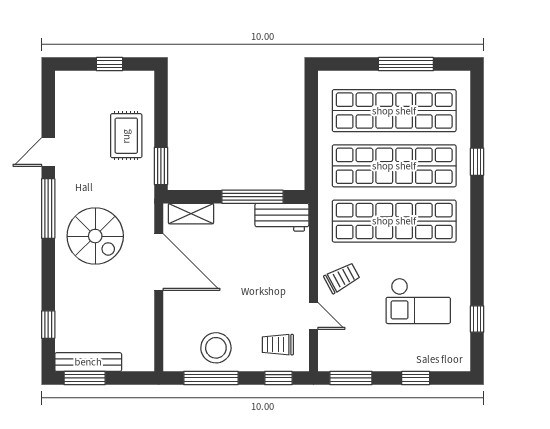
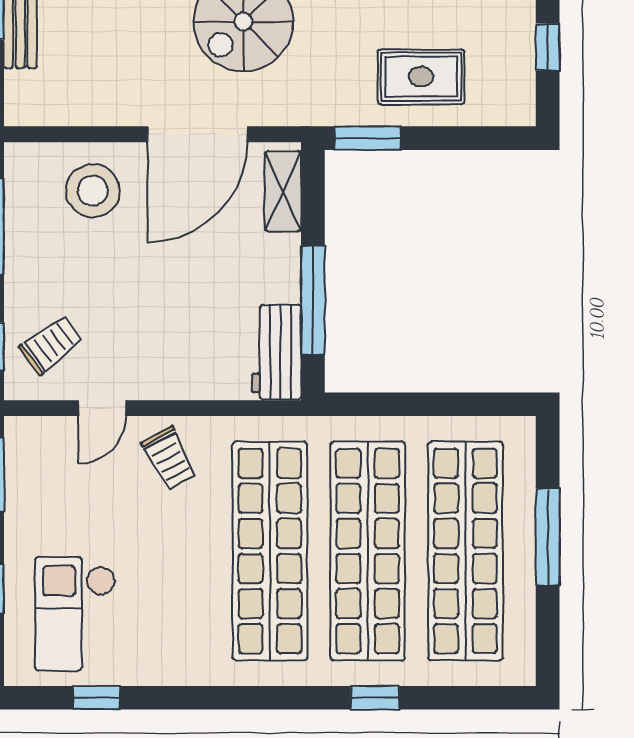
window: (406, 64) -> (548, 537), moved
checkout: (418, 301) -> (75, 614), moved
trolley: (278, 345) -> (51, 345), turned 53
stool: (216, 348) -> (93, 191), moved

